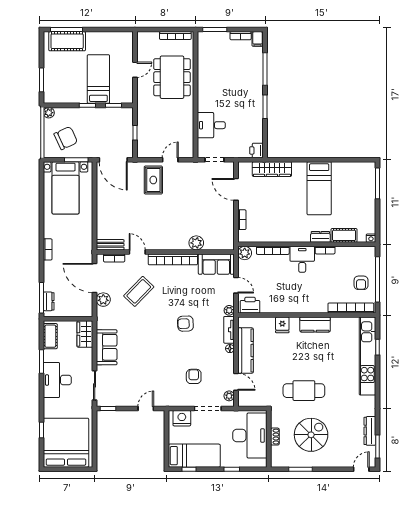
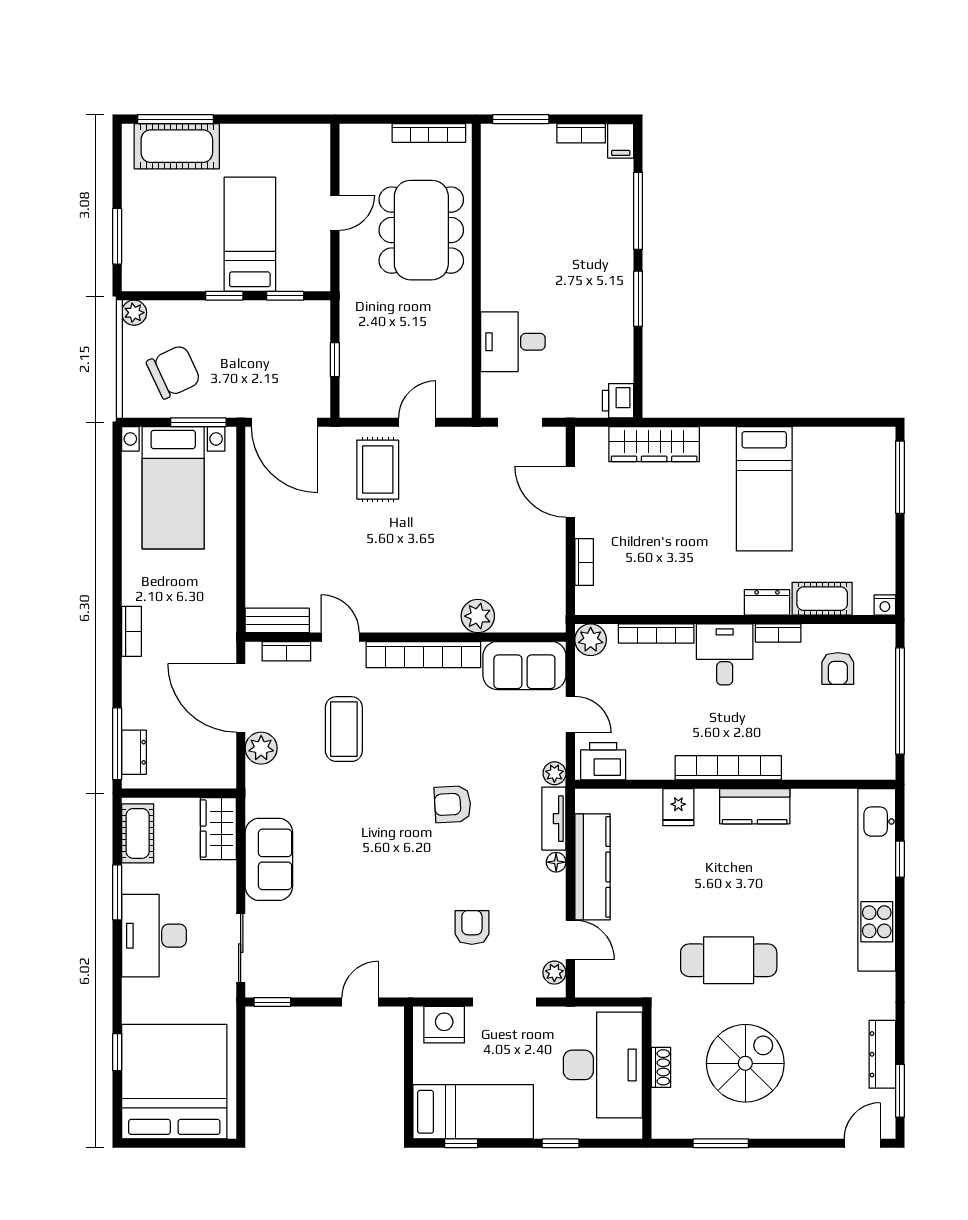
armchair: (361, 283) -> (838, 668), moved
coffee table: (139, 291) -> (344, 729), turned -44
bookcase: (351, 308) -> (728, 768), moved

